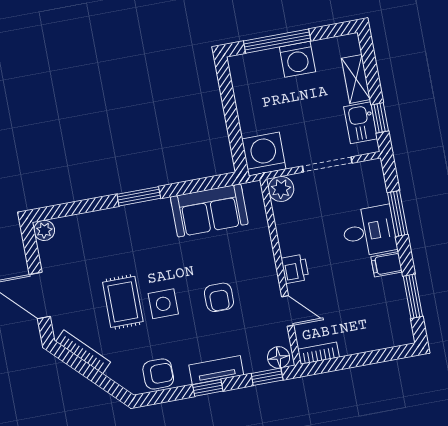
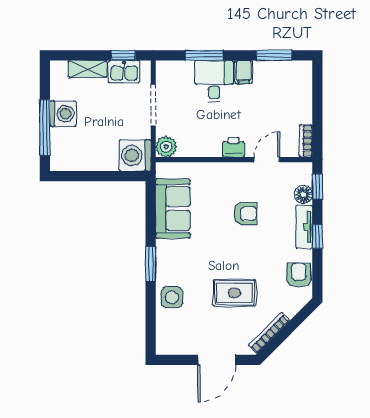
plant: (44, 230) -> (164, 346), removed
side table: (163, 304) -> (172, 297), moved
floor lamp: (279, 357) -> (303, 195), moved

